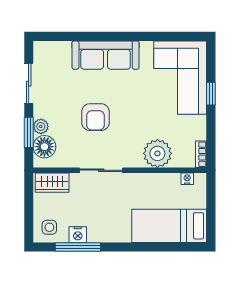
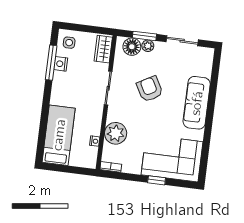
armchair: (96, 117) -> (150, 89), turned 61
nightstand: (187, 179) -> (95, 141), moved

